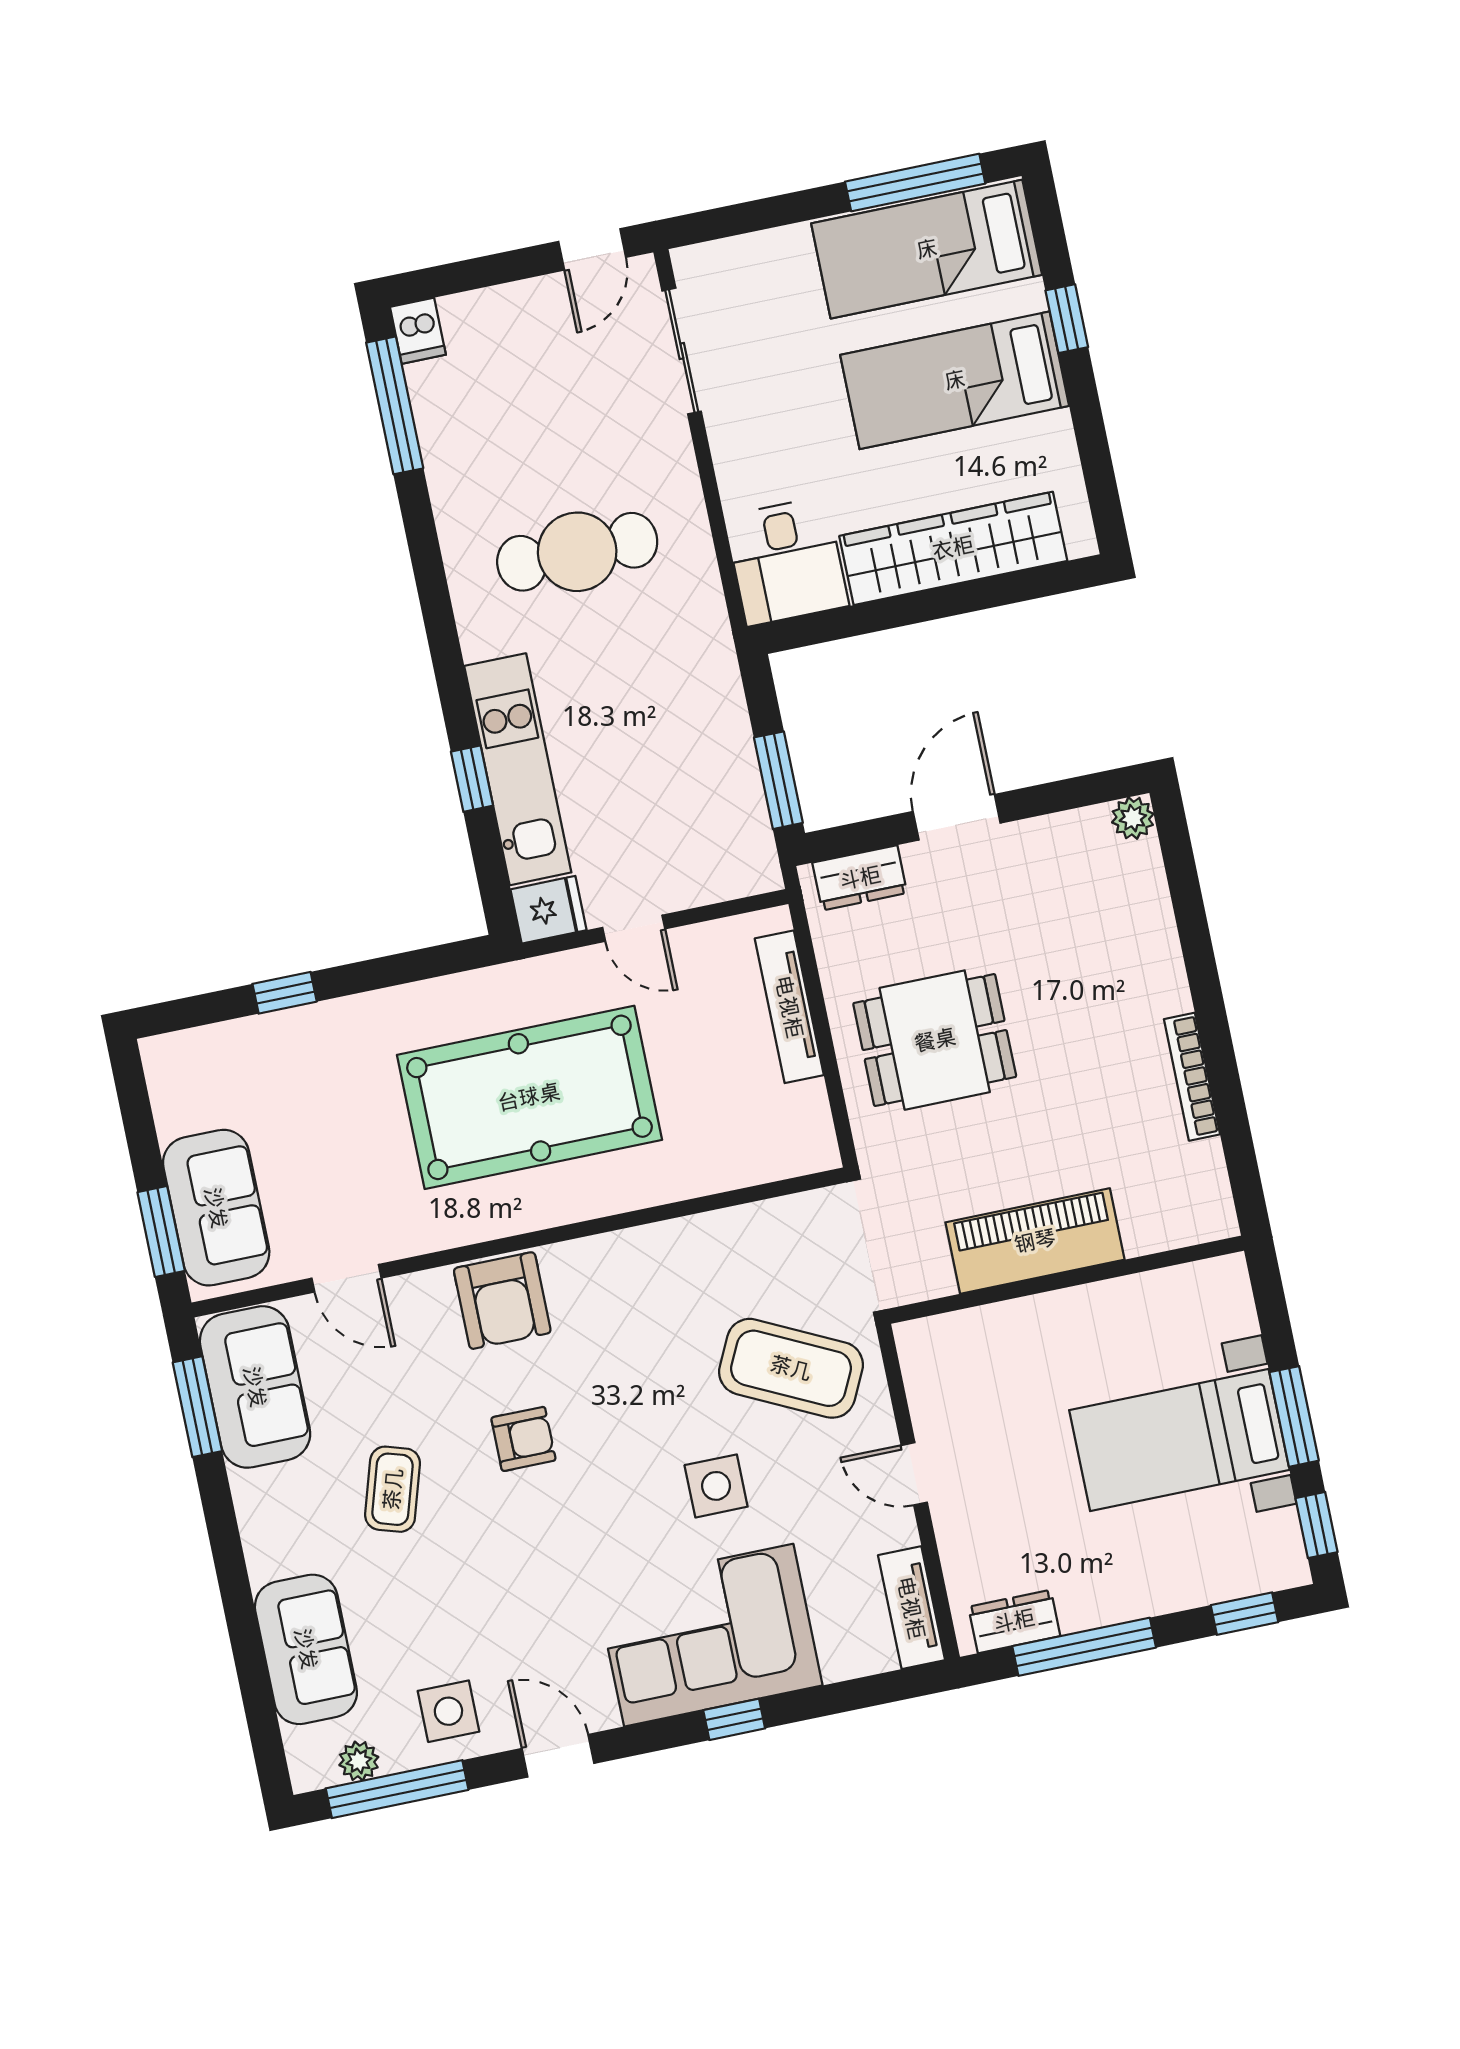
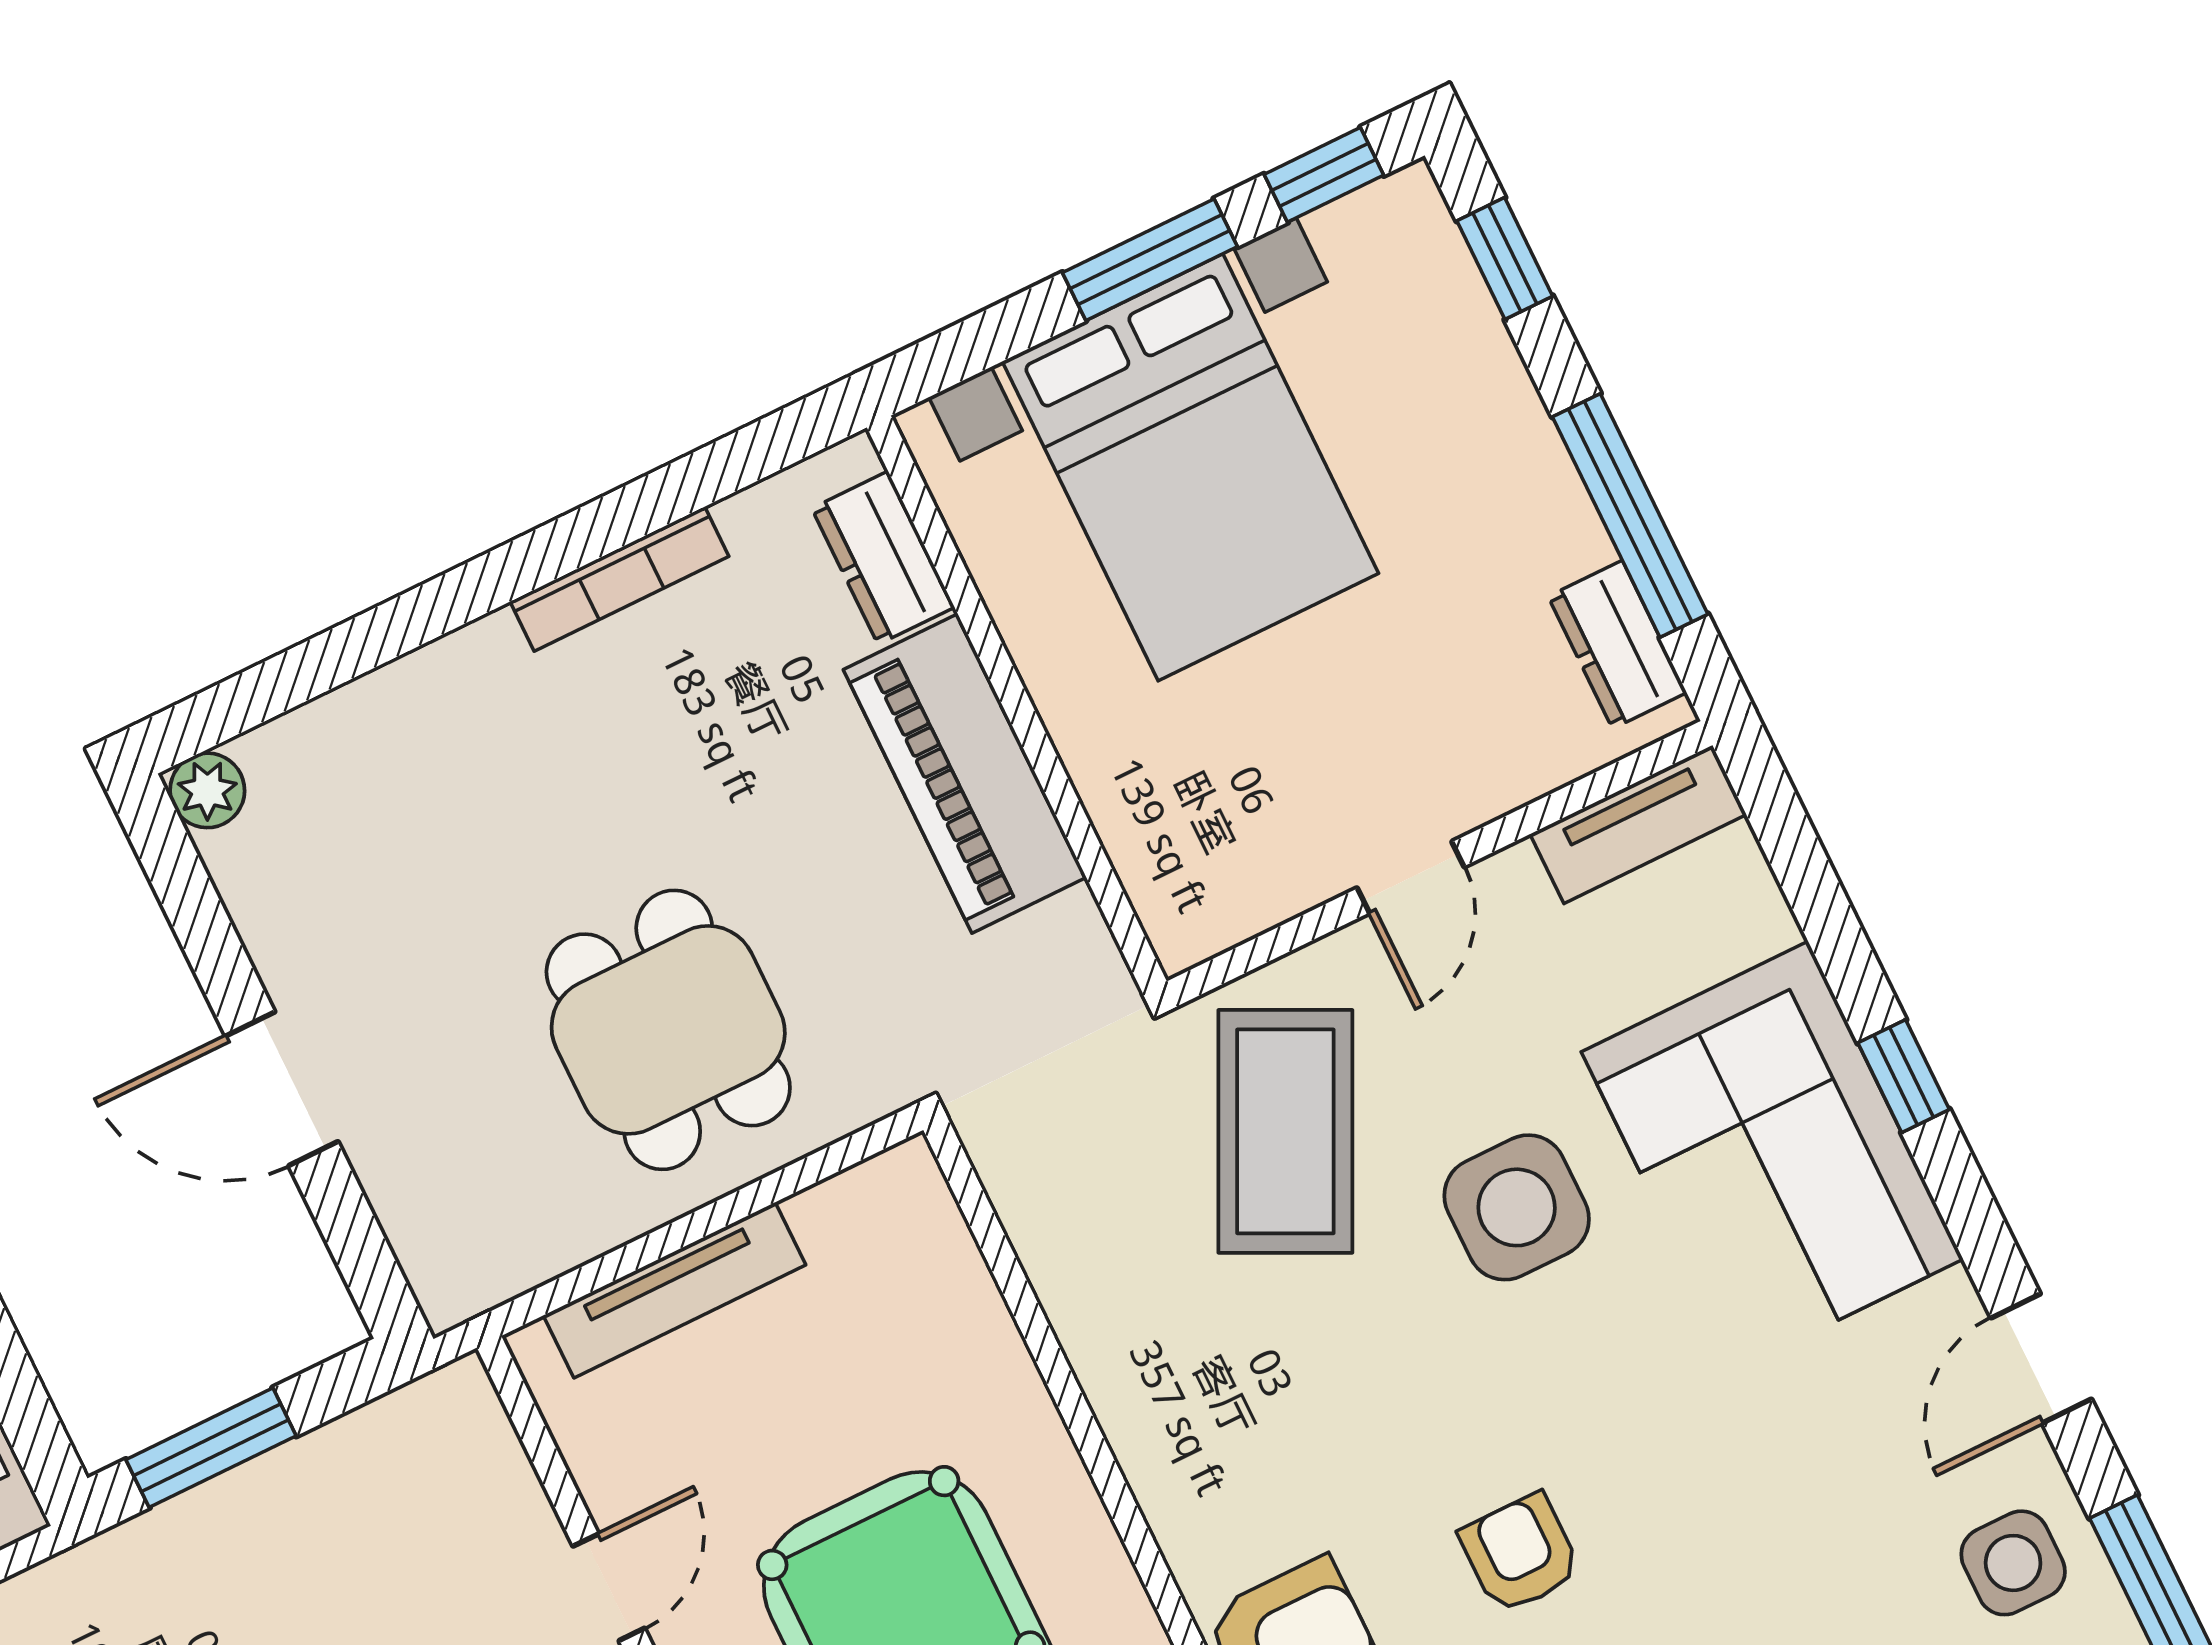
window: (778, 780) -> (211, 1448), moved
dresser: (860, 878) -> (883, 558), moved, turned 180
bed with nightstands: (1179, 1440) -> (1190, 467), width x1.36
side table: (716, 1486) -> (1517, 1207), width x1.37, depth x1.37

